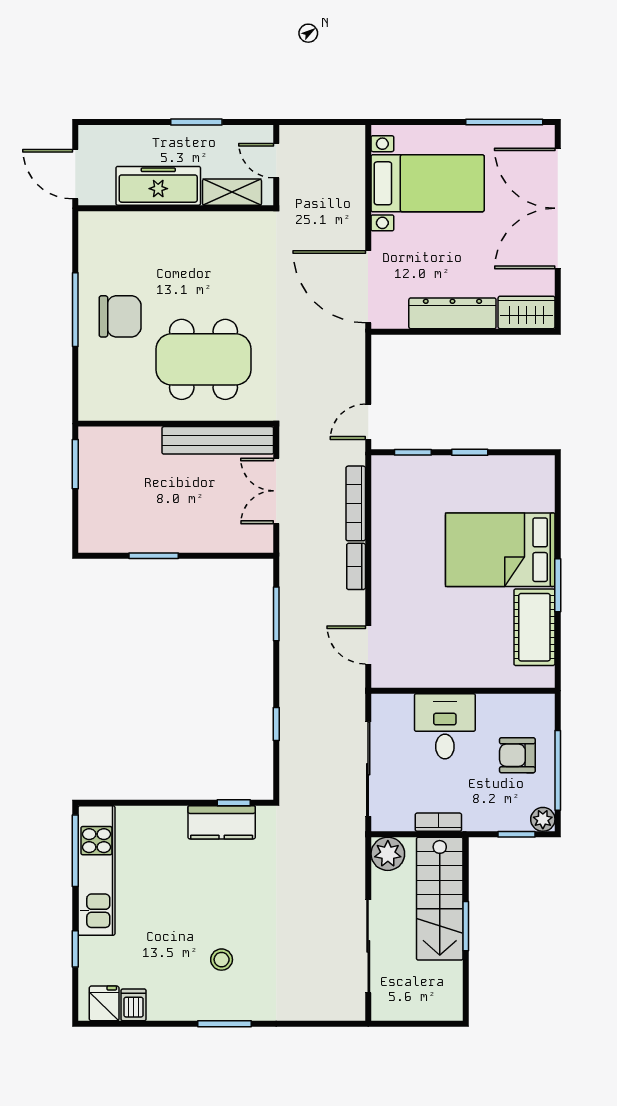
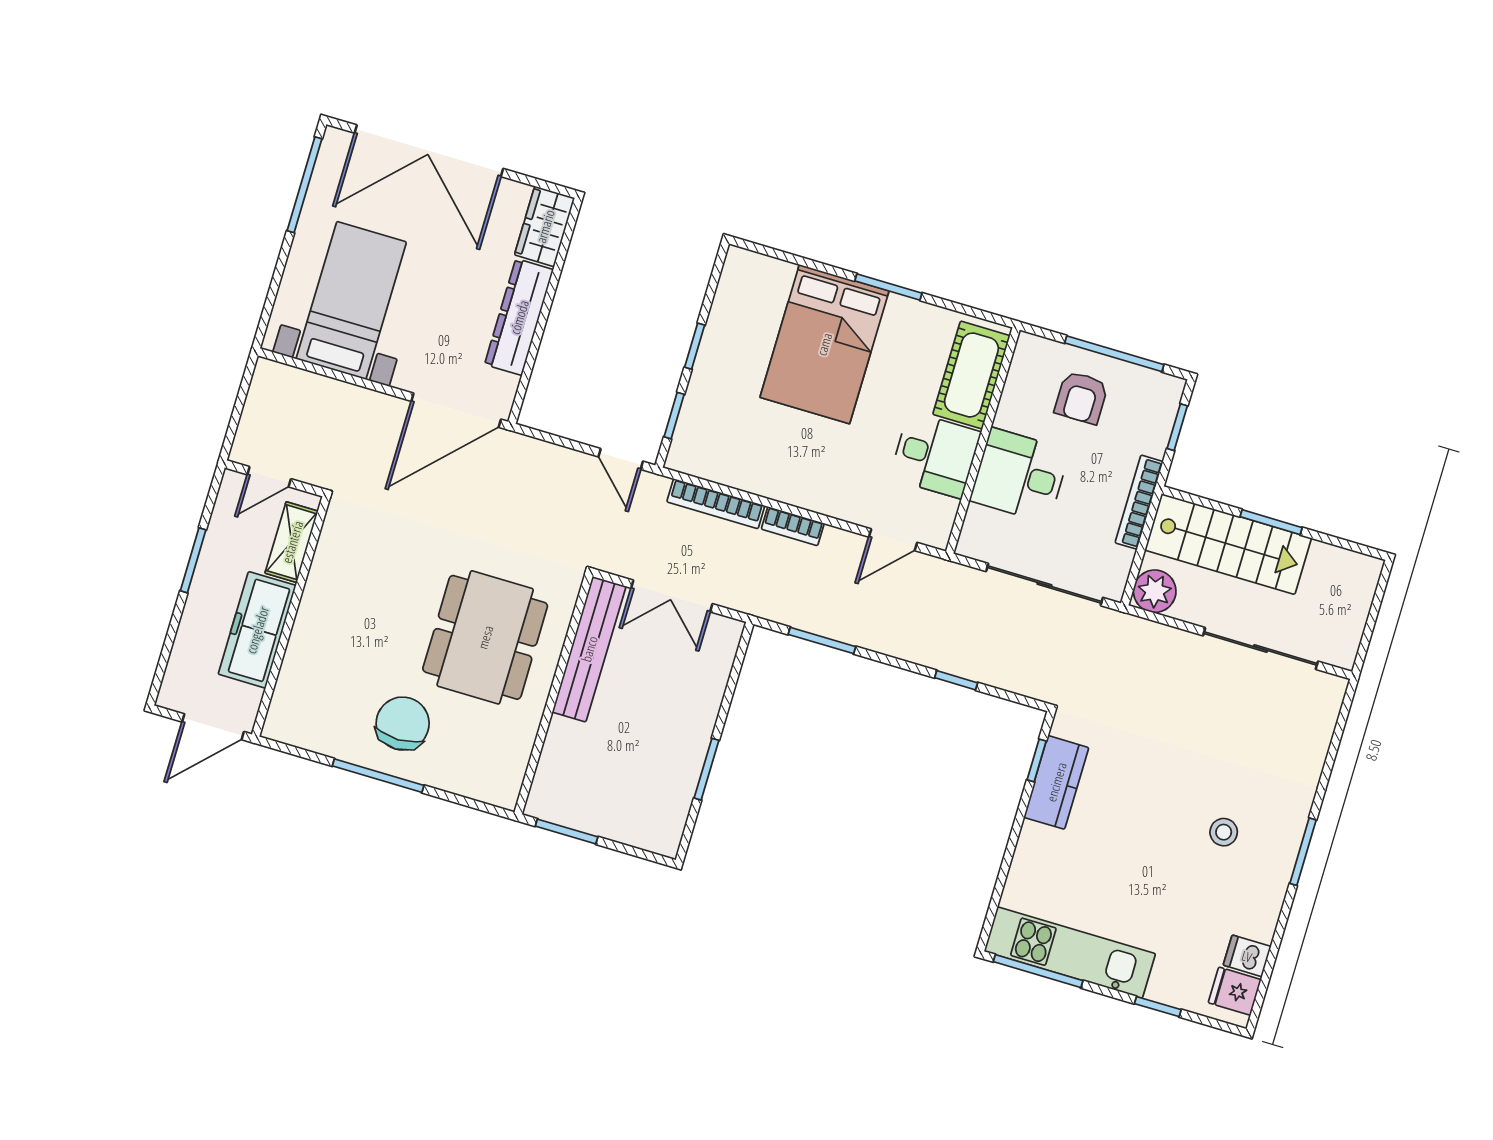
cot: (534, 627) -> (971, 375), moved, turned 90
desk: (441, 658) -> (935, 455), added
plant: (543, 819) -> (1169, 390), removed
bookcase: (438, 822) -> (1139, 502), width x1.56

